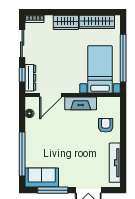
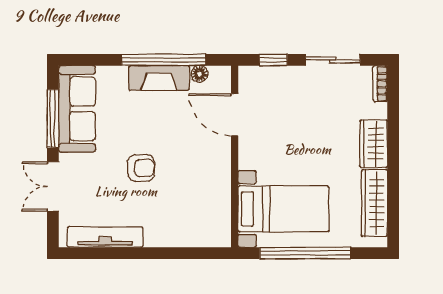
dresser: (30, 78) -> (268, 76), removed
fireplace: (81, 103) -> (159, 78), moved, turned -90
armchair: (106, 125) -> (141, 168), moved
window: (22, 154) -> (163, 60), moved
sofa: (42, 177) -> (77, 109), width x1.36

